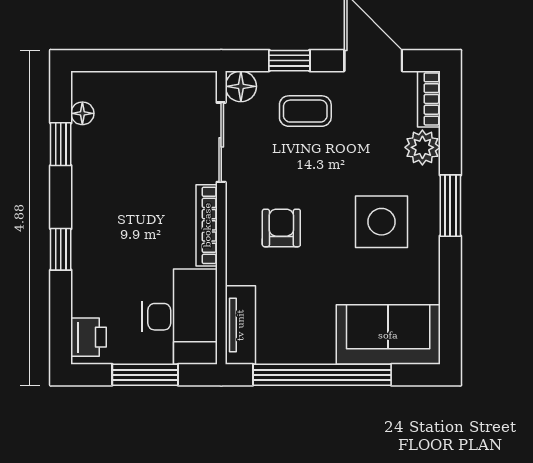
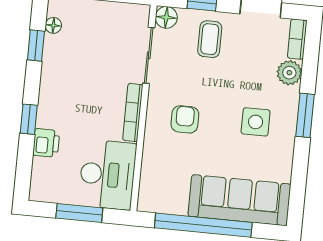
coffee table: (305, 111) -> (210, 39), turned 90
side table: (381, 222) -> (256, 122), width x0.73, depth x0.73
tv unit: (240, 325) -> (150, 185), removed
sofa: (388, 335) -> (239, 200), width x1.36
printer: (89, 337) -> (46, 143), moved

